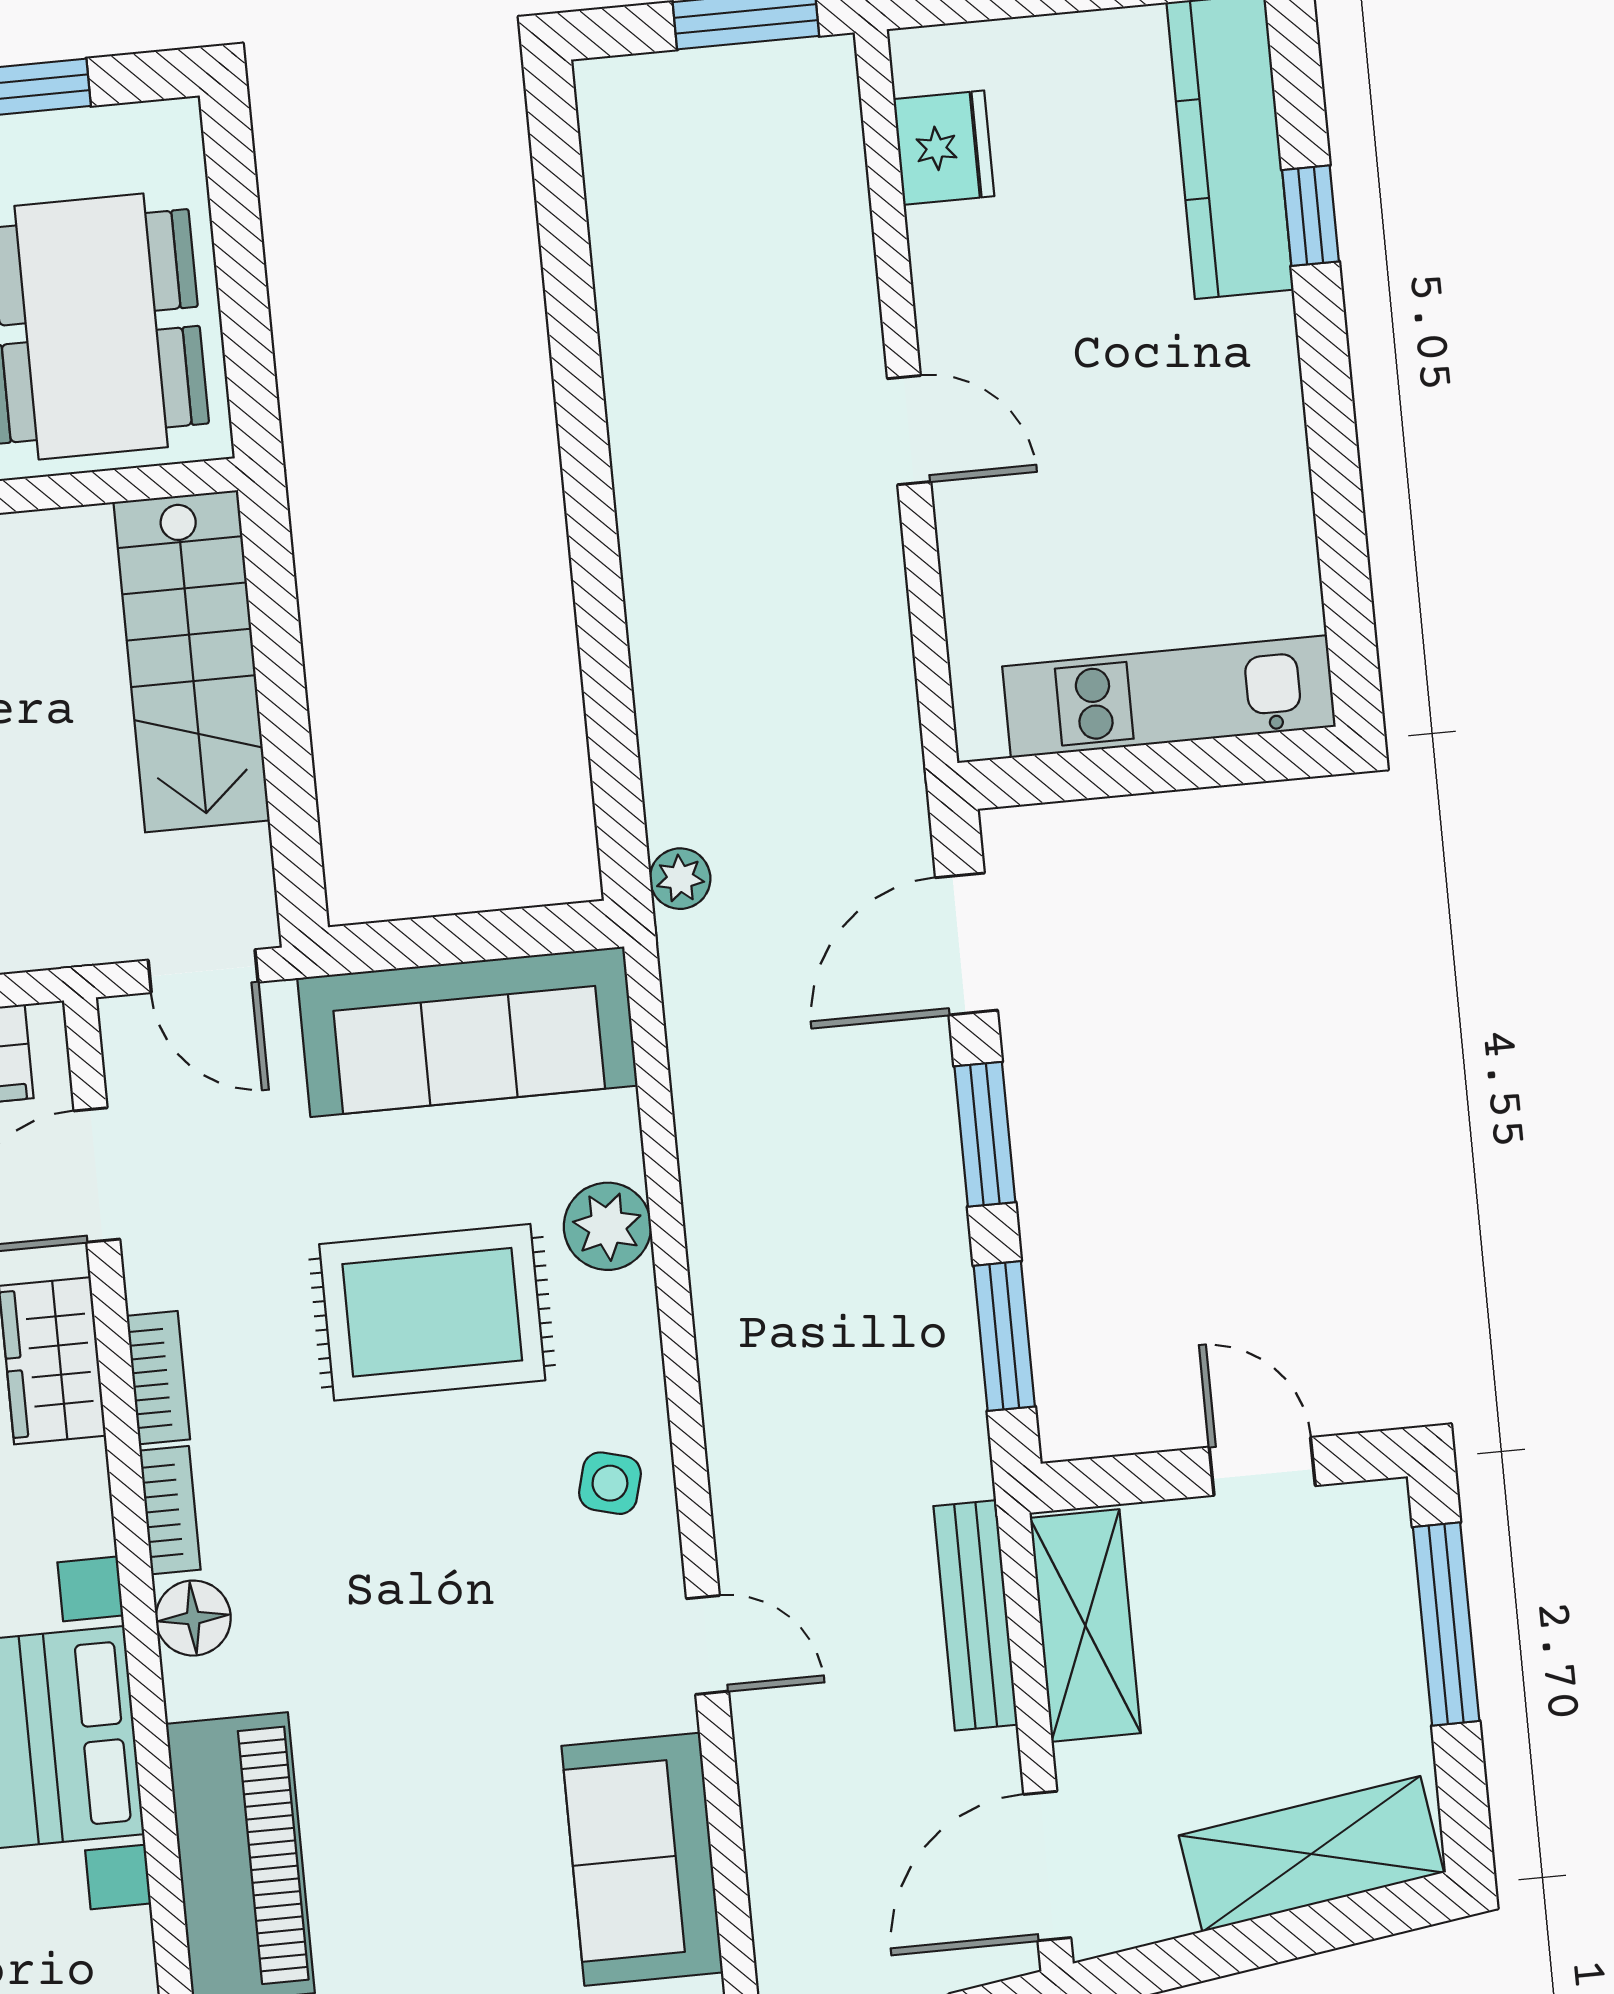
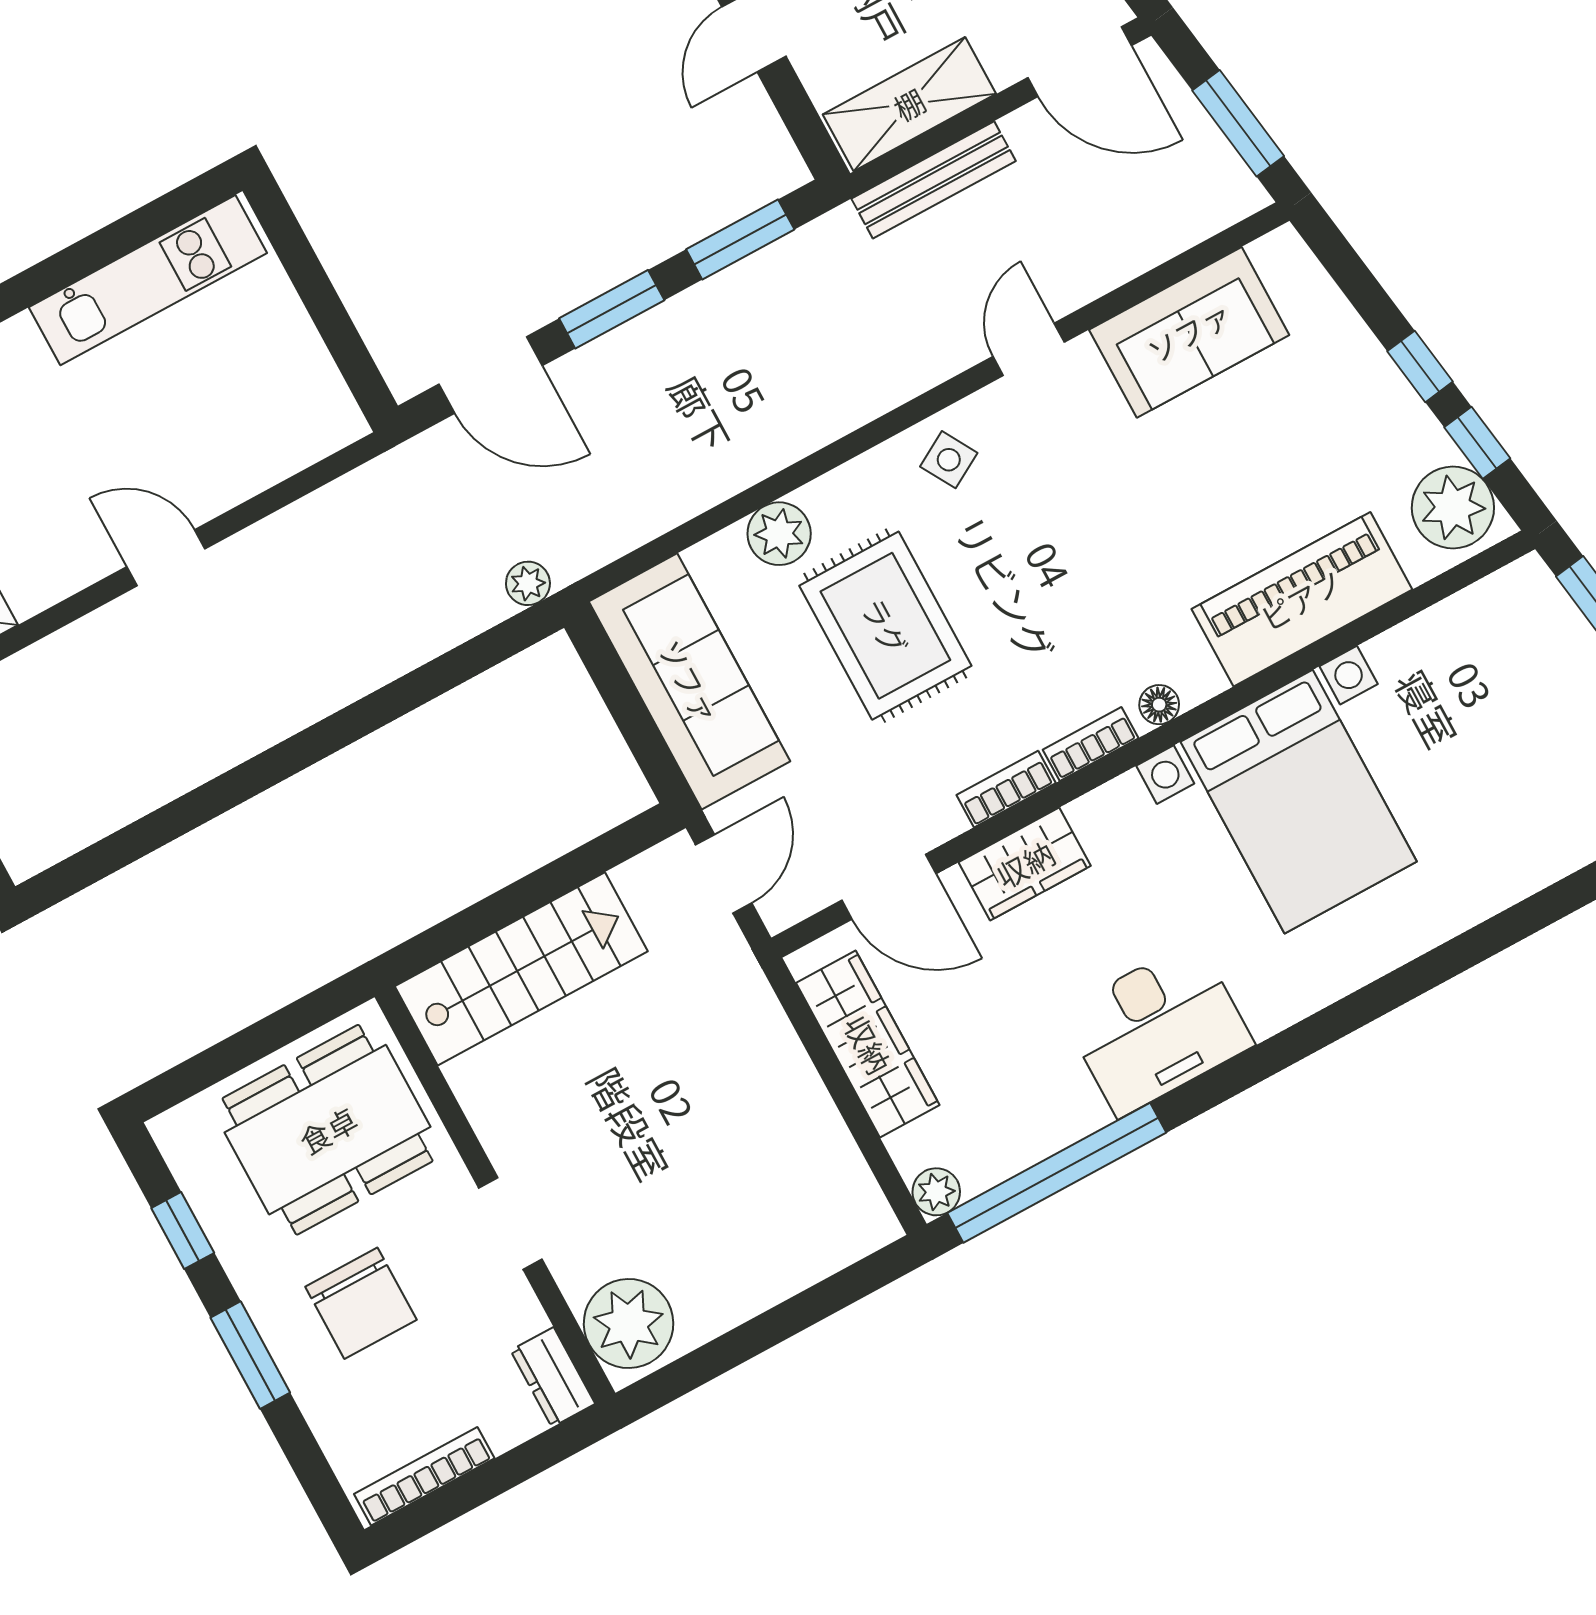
door: (909, 430) -> (166, 558), hinge flipped
kitchen unit: (1169, 697) -> (148, 280), moved, turned -90
side table: (610, 1483) -> (949, 460), turned 45
floor lamp: (193, 1618) -> (1159, 705), width x0.73, depth x0.73

